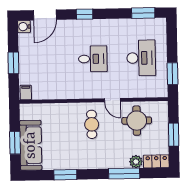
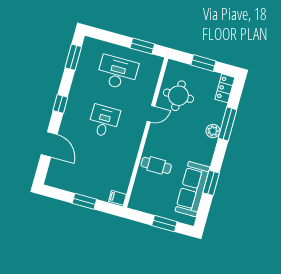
window: (85, 14) -> (60, 104), moved
door: (45, 15) -> (49, 144), moved
water cooler: (24, 27) -> (51, 180), removed
cafe table: (92, 124) -> (156, 165), moved
sofa: (31, 145) -> (192, 189), moved, turned -90
plant: (136, 162) -> (213, 131), moved

